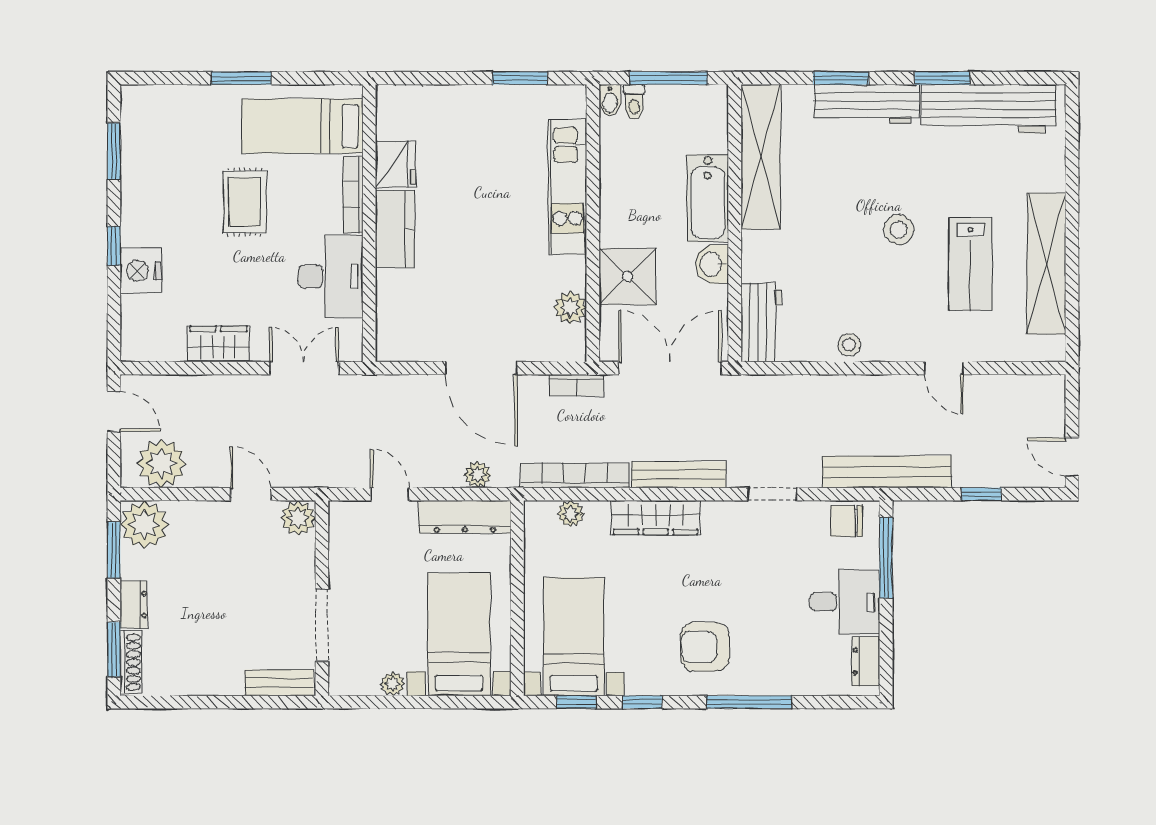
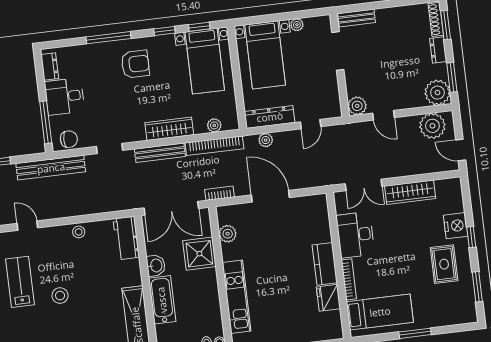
rug: (245, 202) -> (444, 264), moved
wardrobe: (218, 344) -> (410, 192), width x1.50
door: (390, 494) -> (311, 124), hinge flipped

